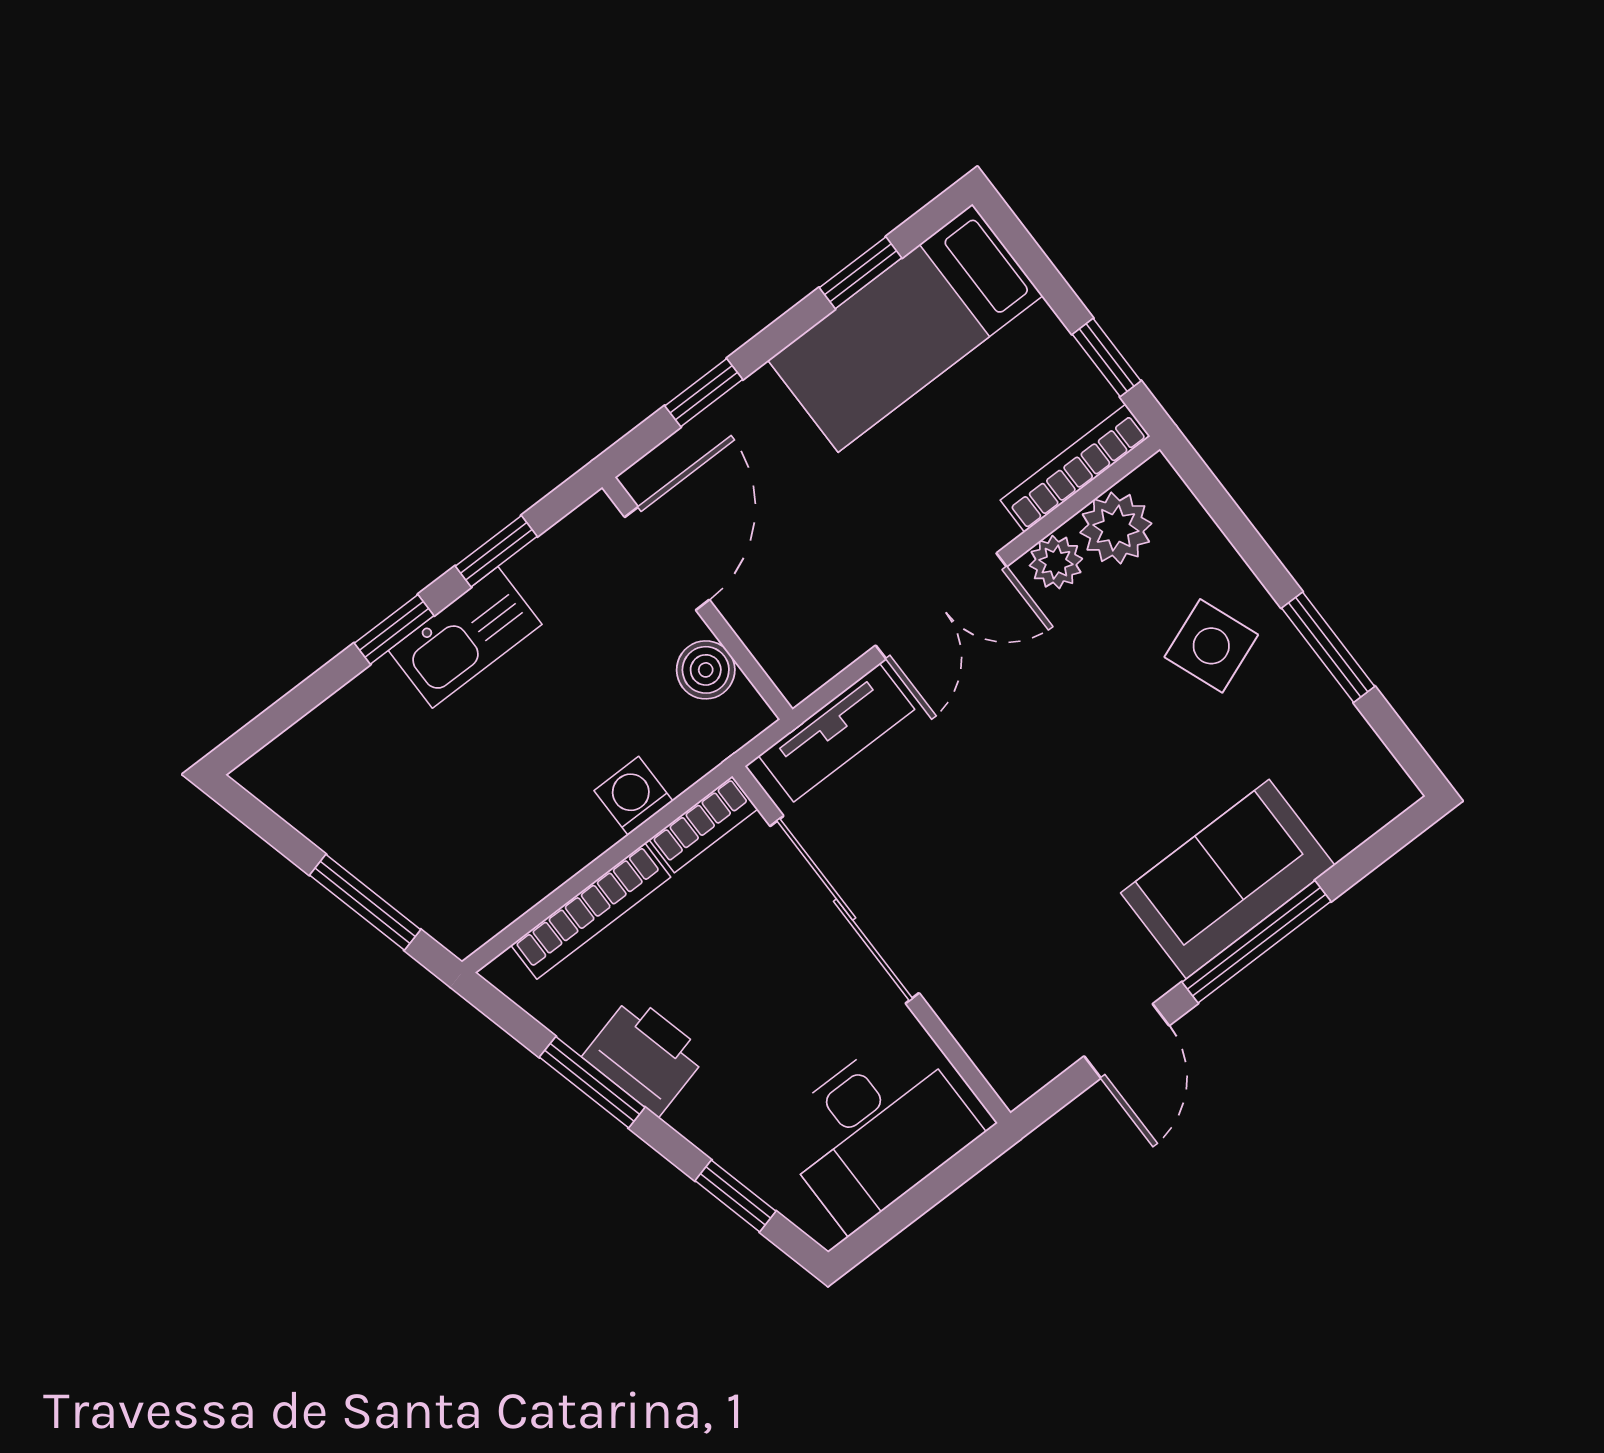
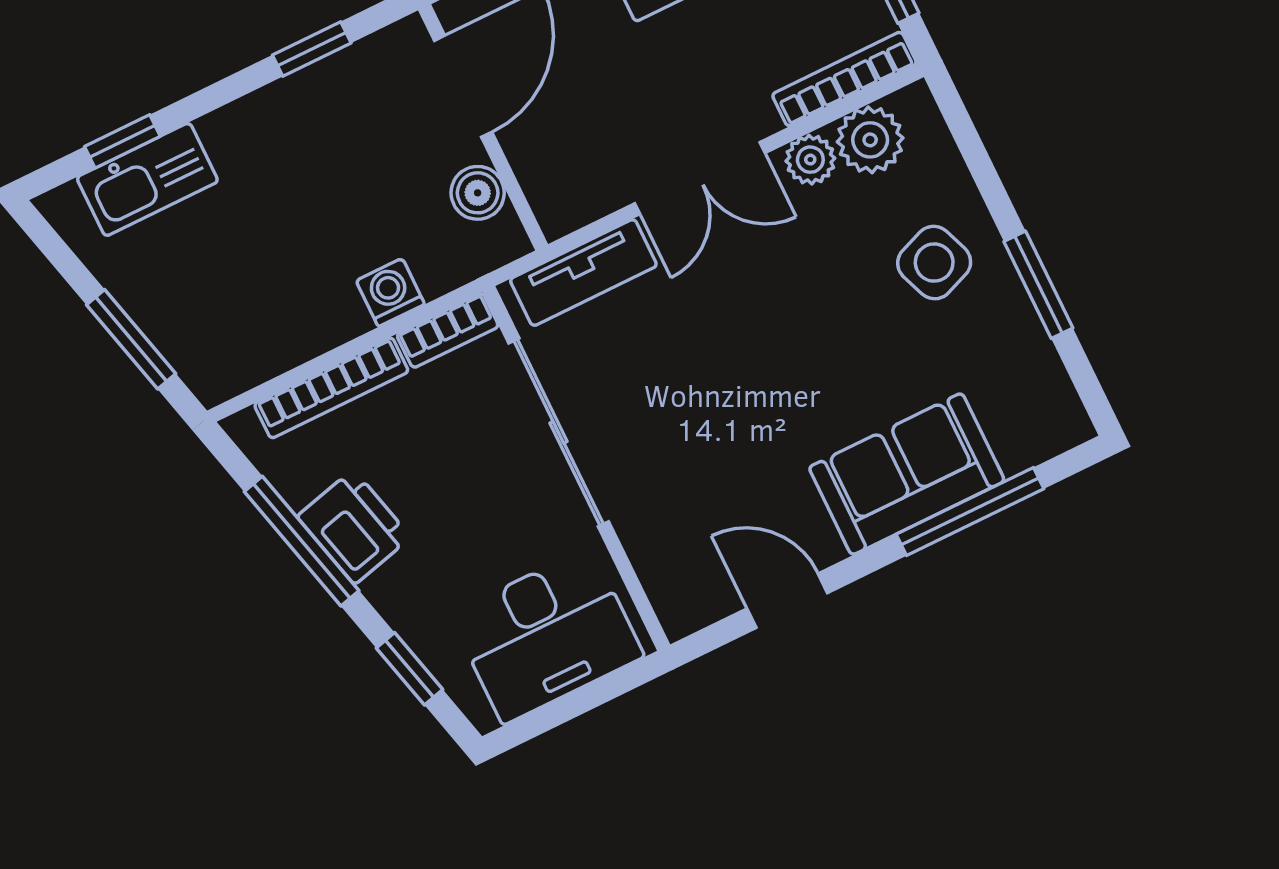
window: (394, 629) -> (122, 141), moved
kitchen sink: (465, 637) -> (147, 179), moved
window: (1256, 942) -> (970, 512), moved
door: (1127, 1041) -> (787, 601), swing flipped
window: (592, 1082) -> (302, 541), width x1.44

